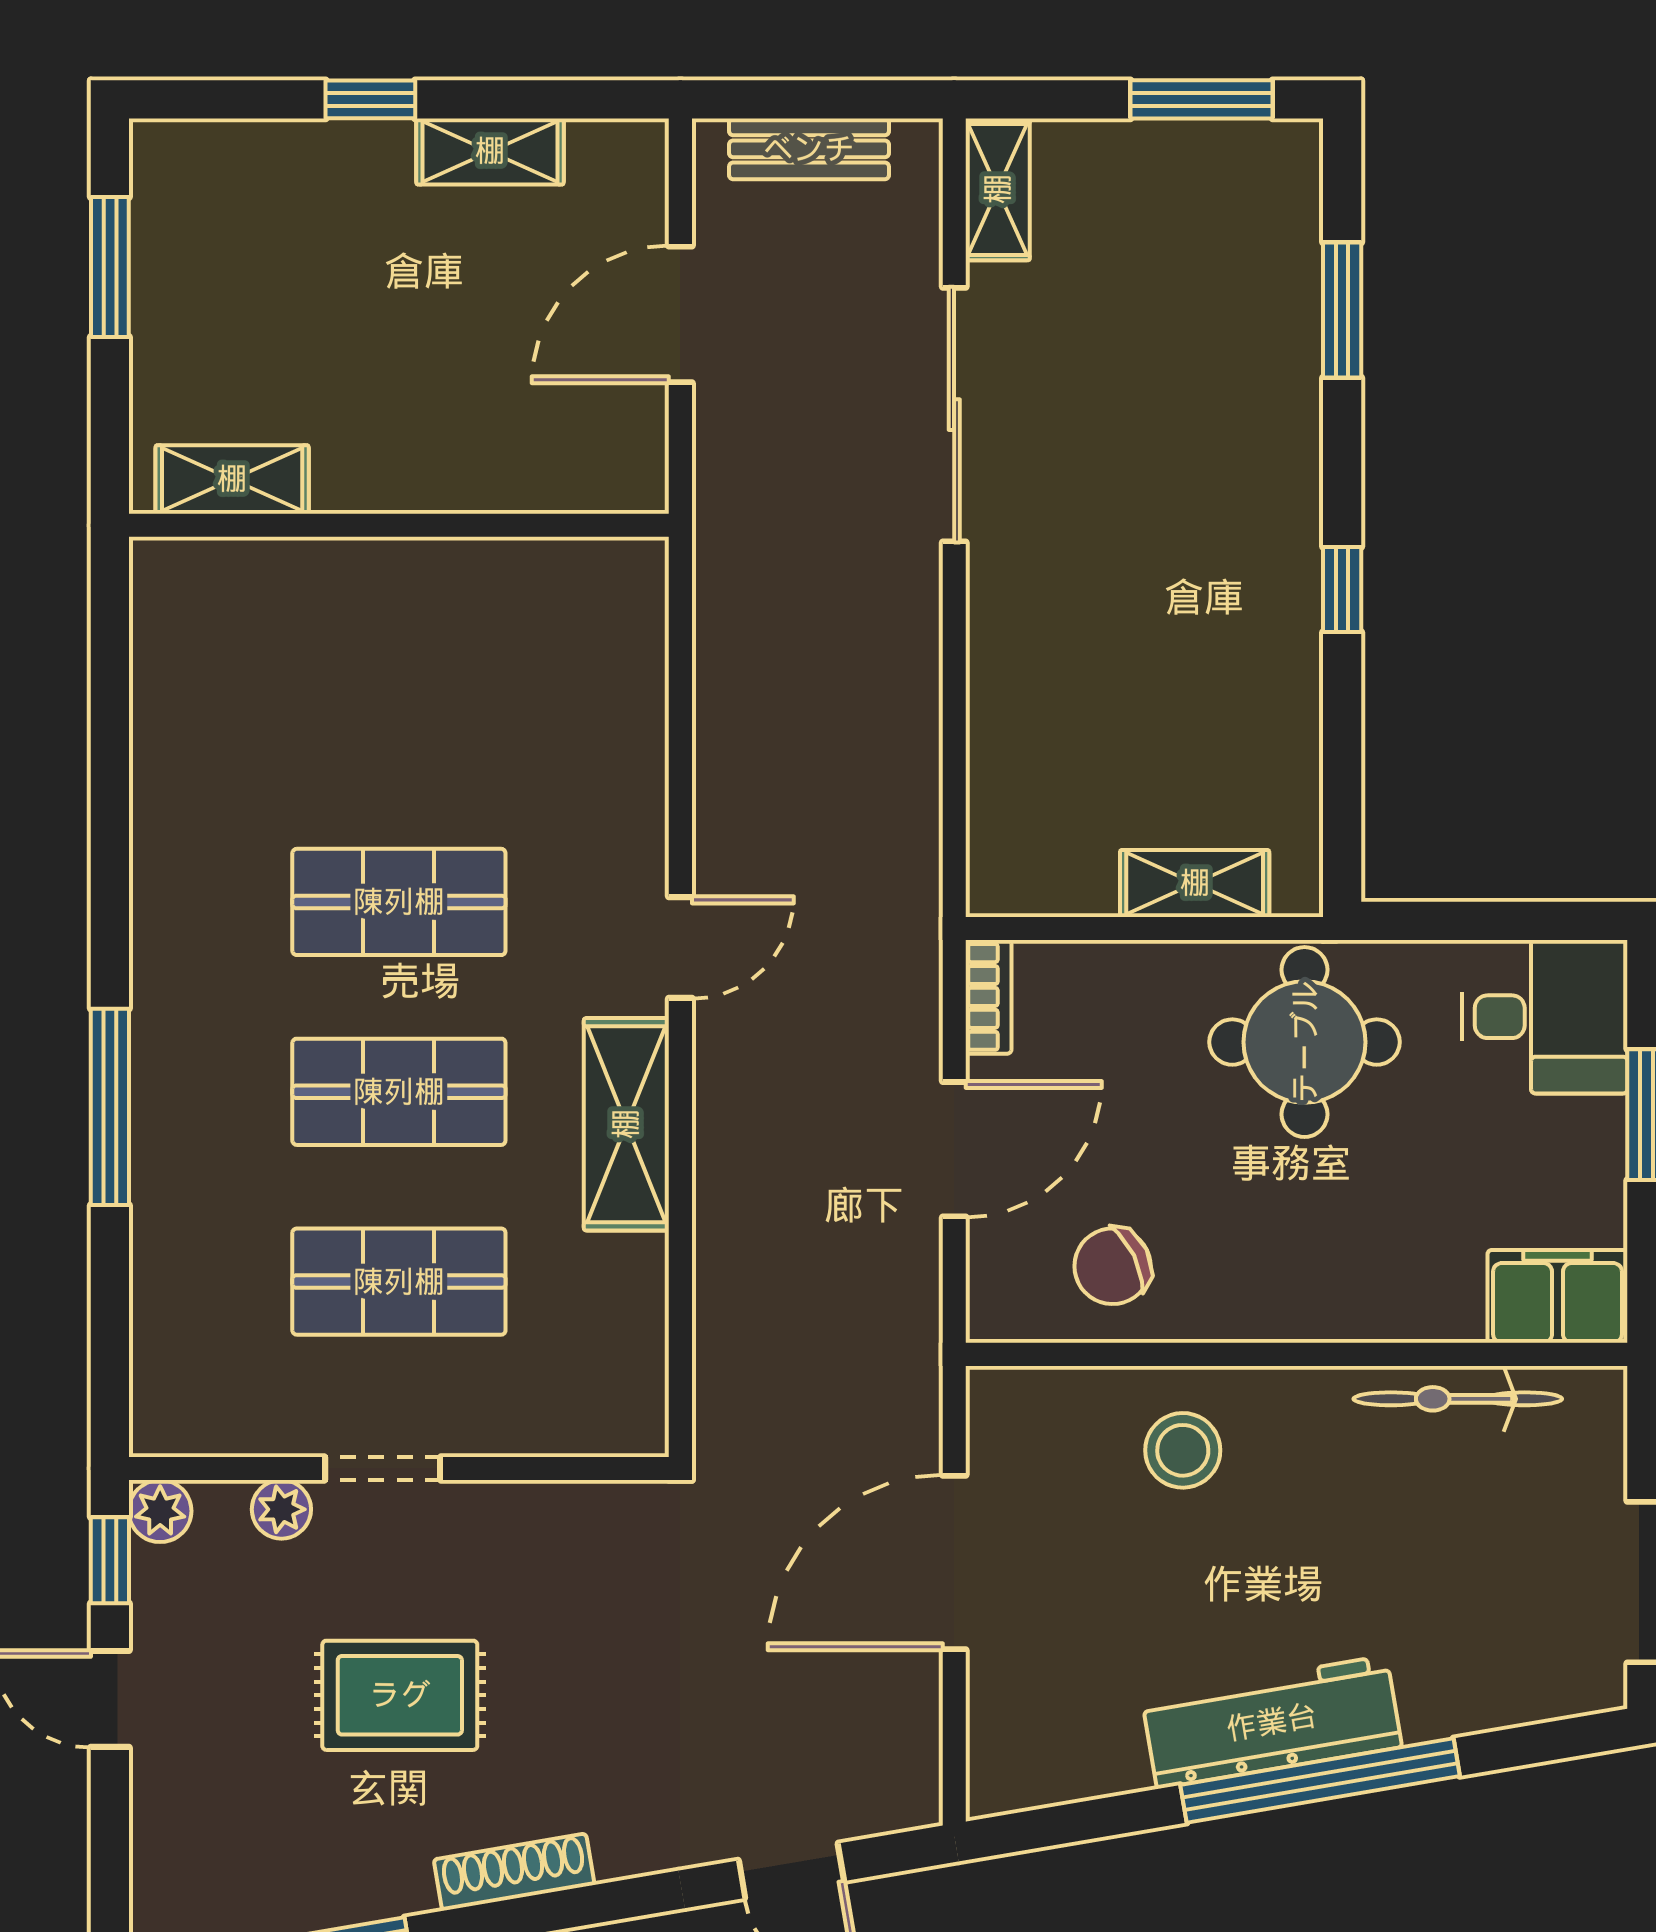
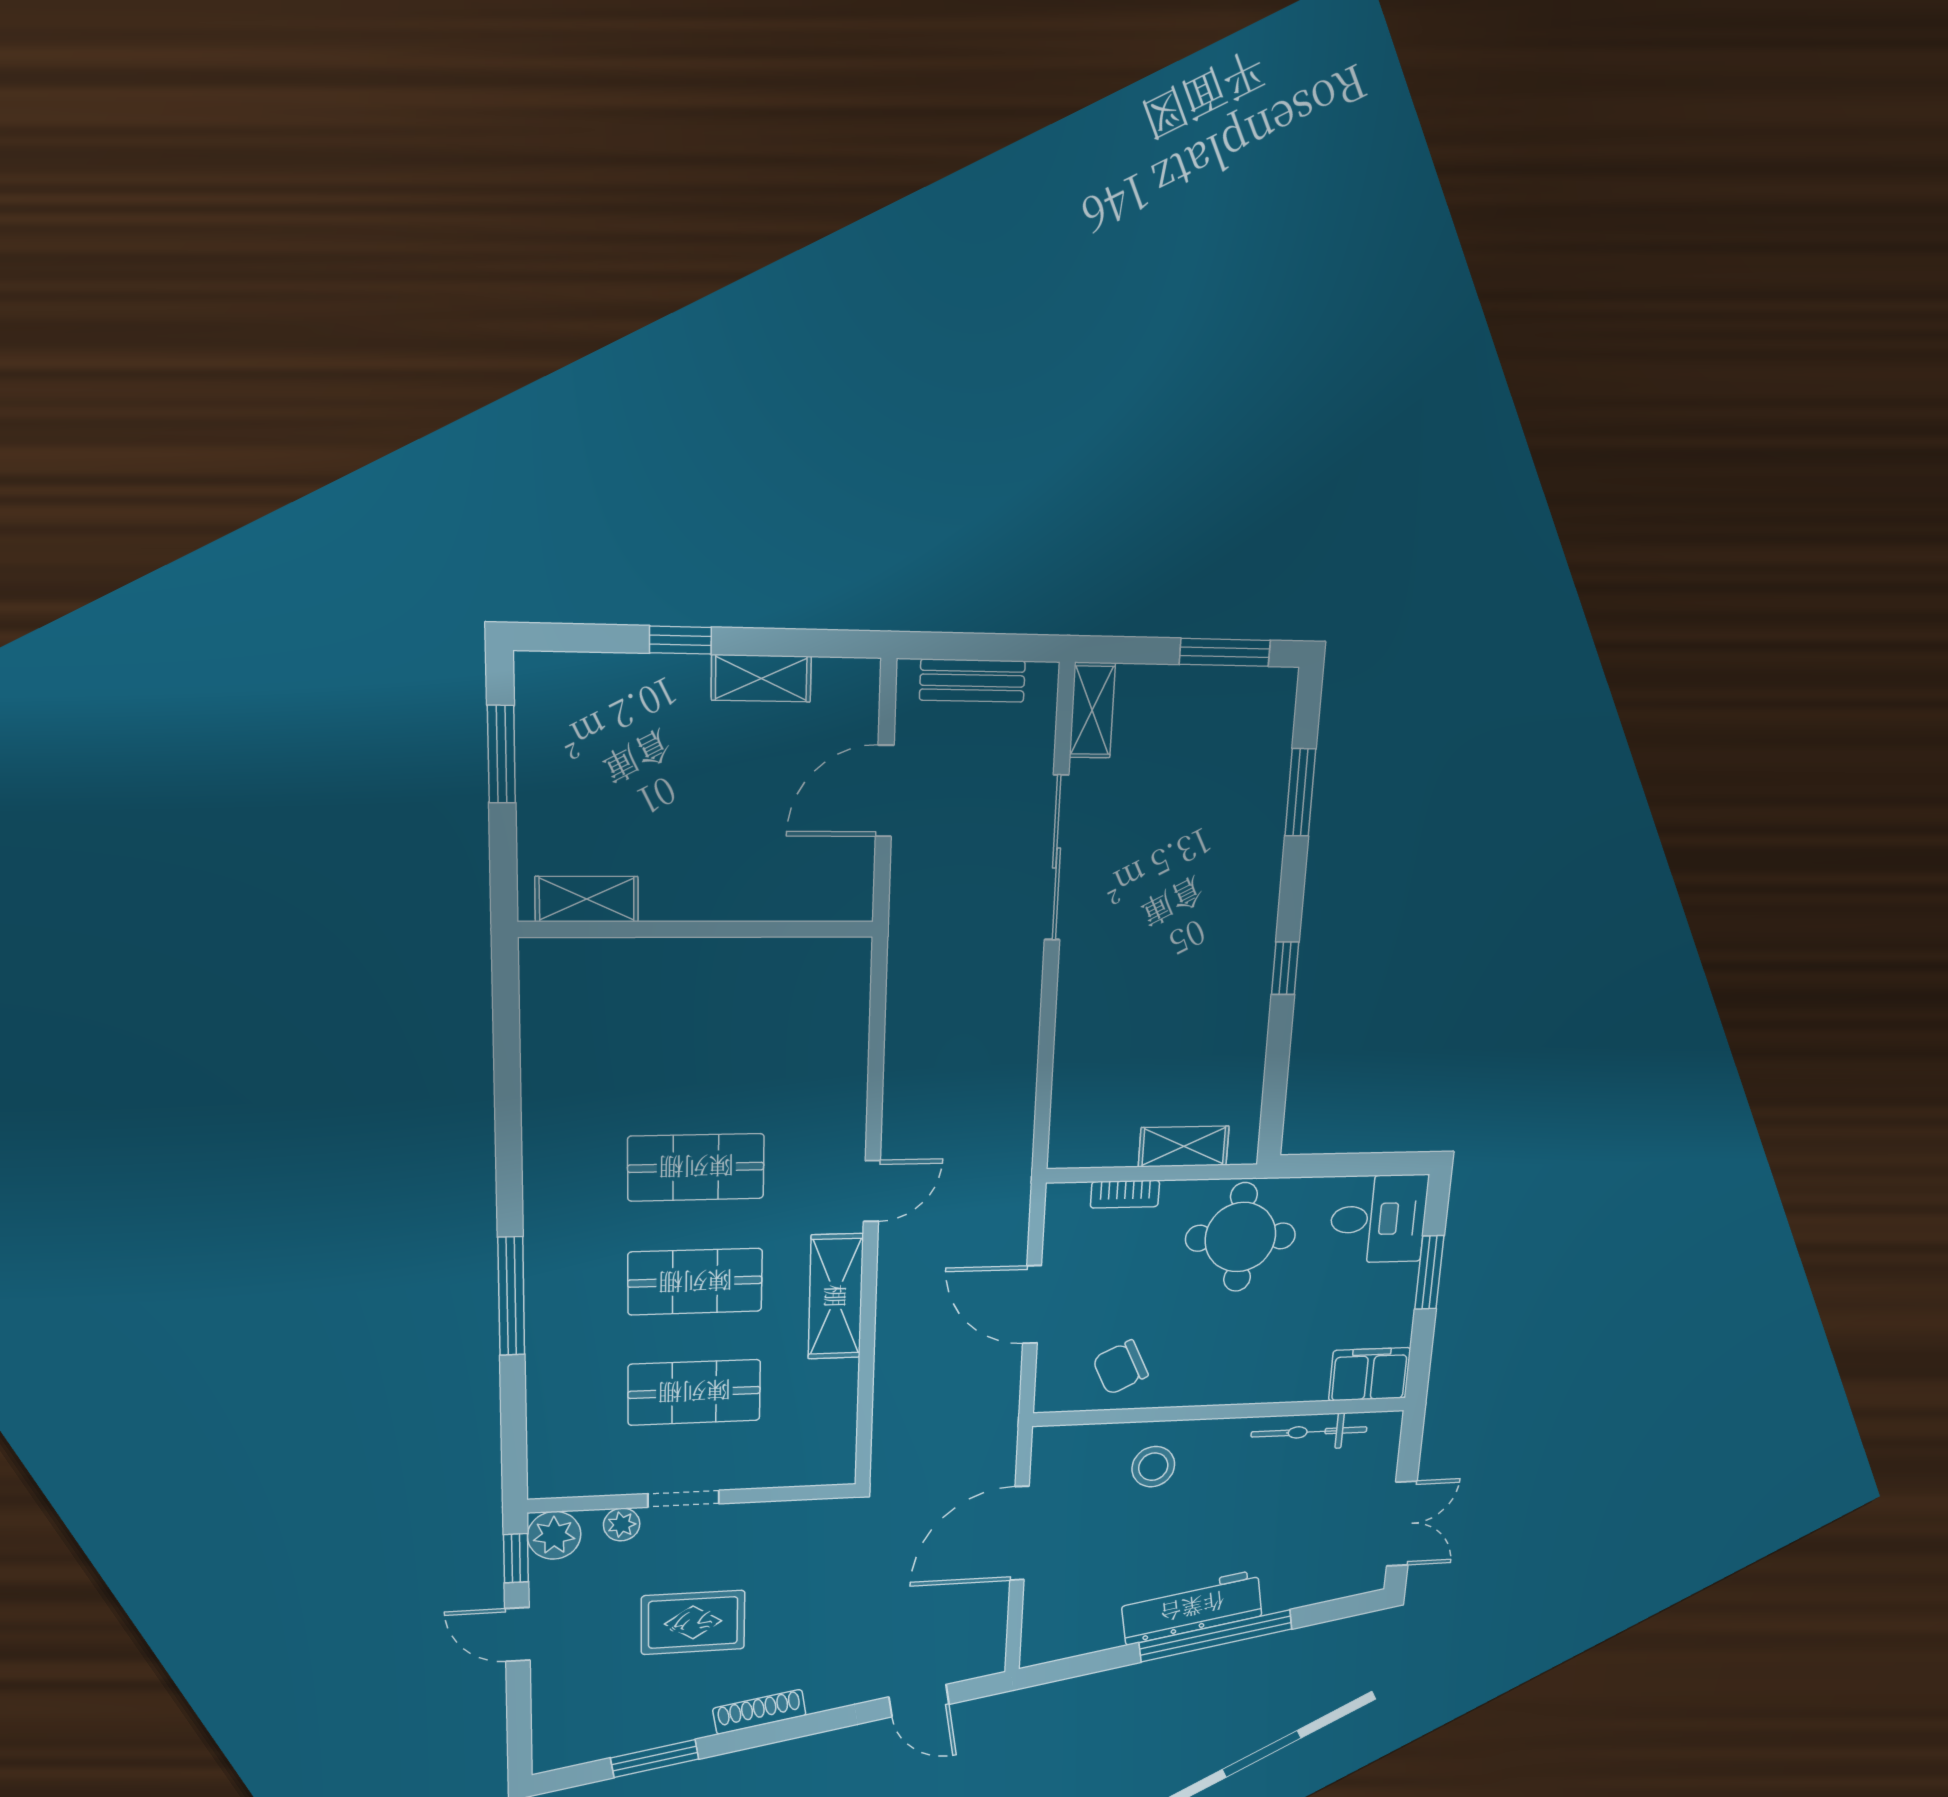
bookcase: (988, 997) -> (1125, 1194), moved, turned 90
door: (954, 1149) -> (1032, 1305), swing flipped
plant: (160, 1511) -> (554, 1535), width x1.38, depth x1.38

